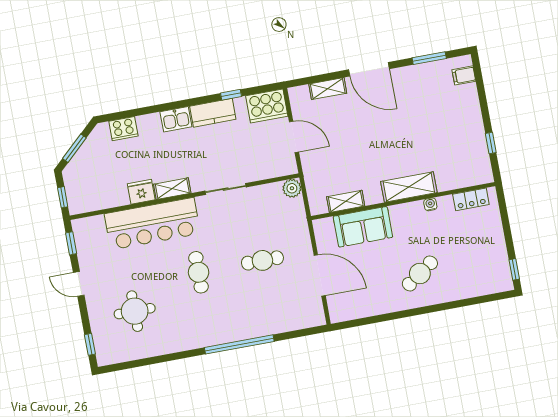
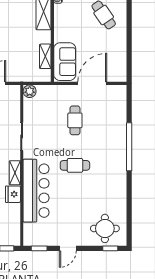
sofa: (363, 227) -> (65, 62), moved
round table: (135, 311) -> (105, 228), moved

